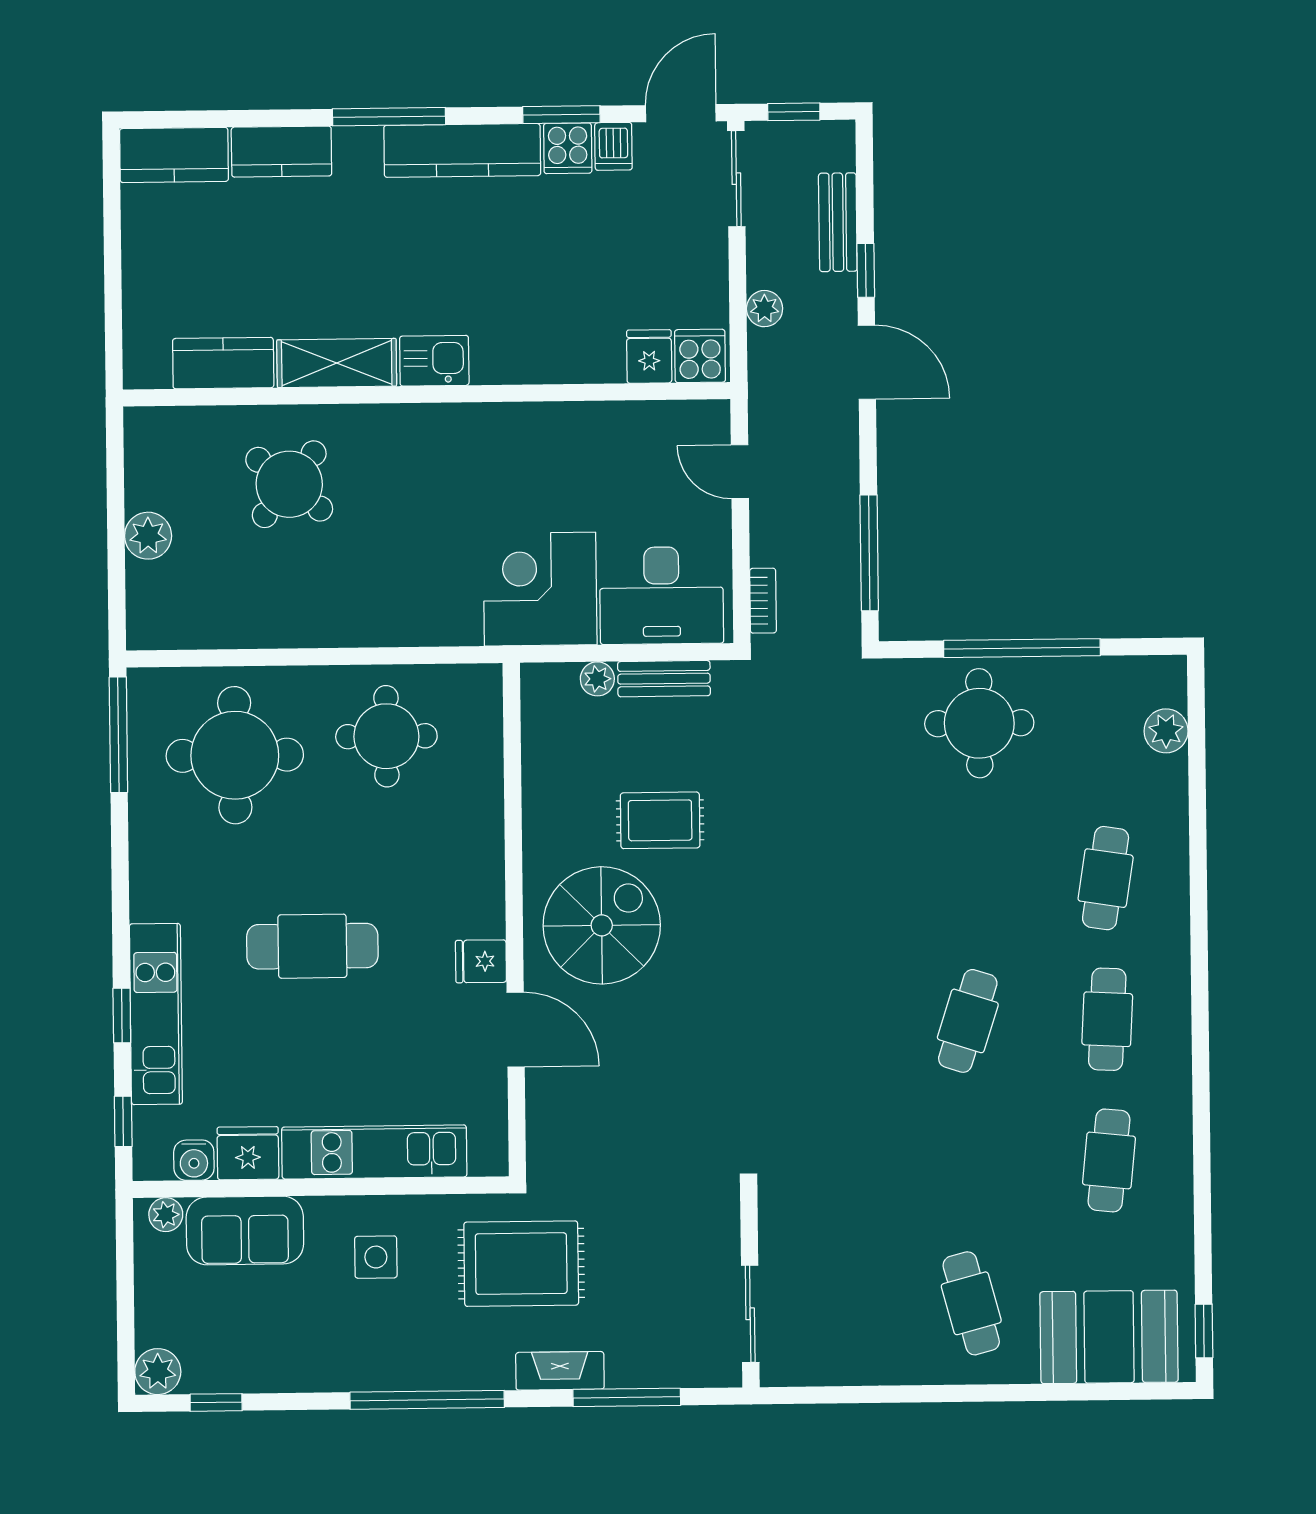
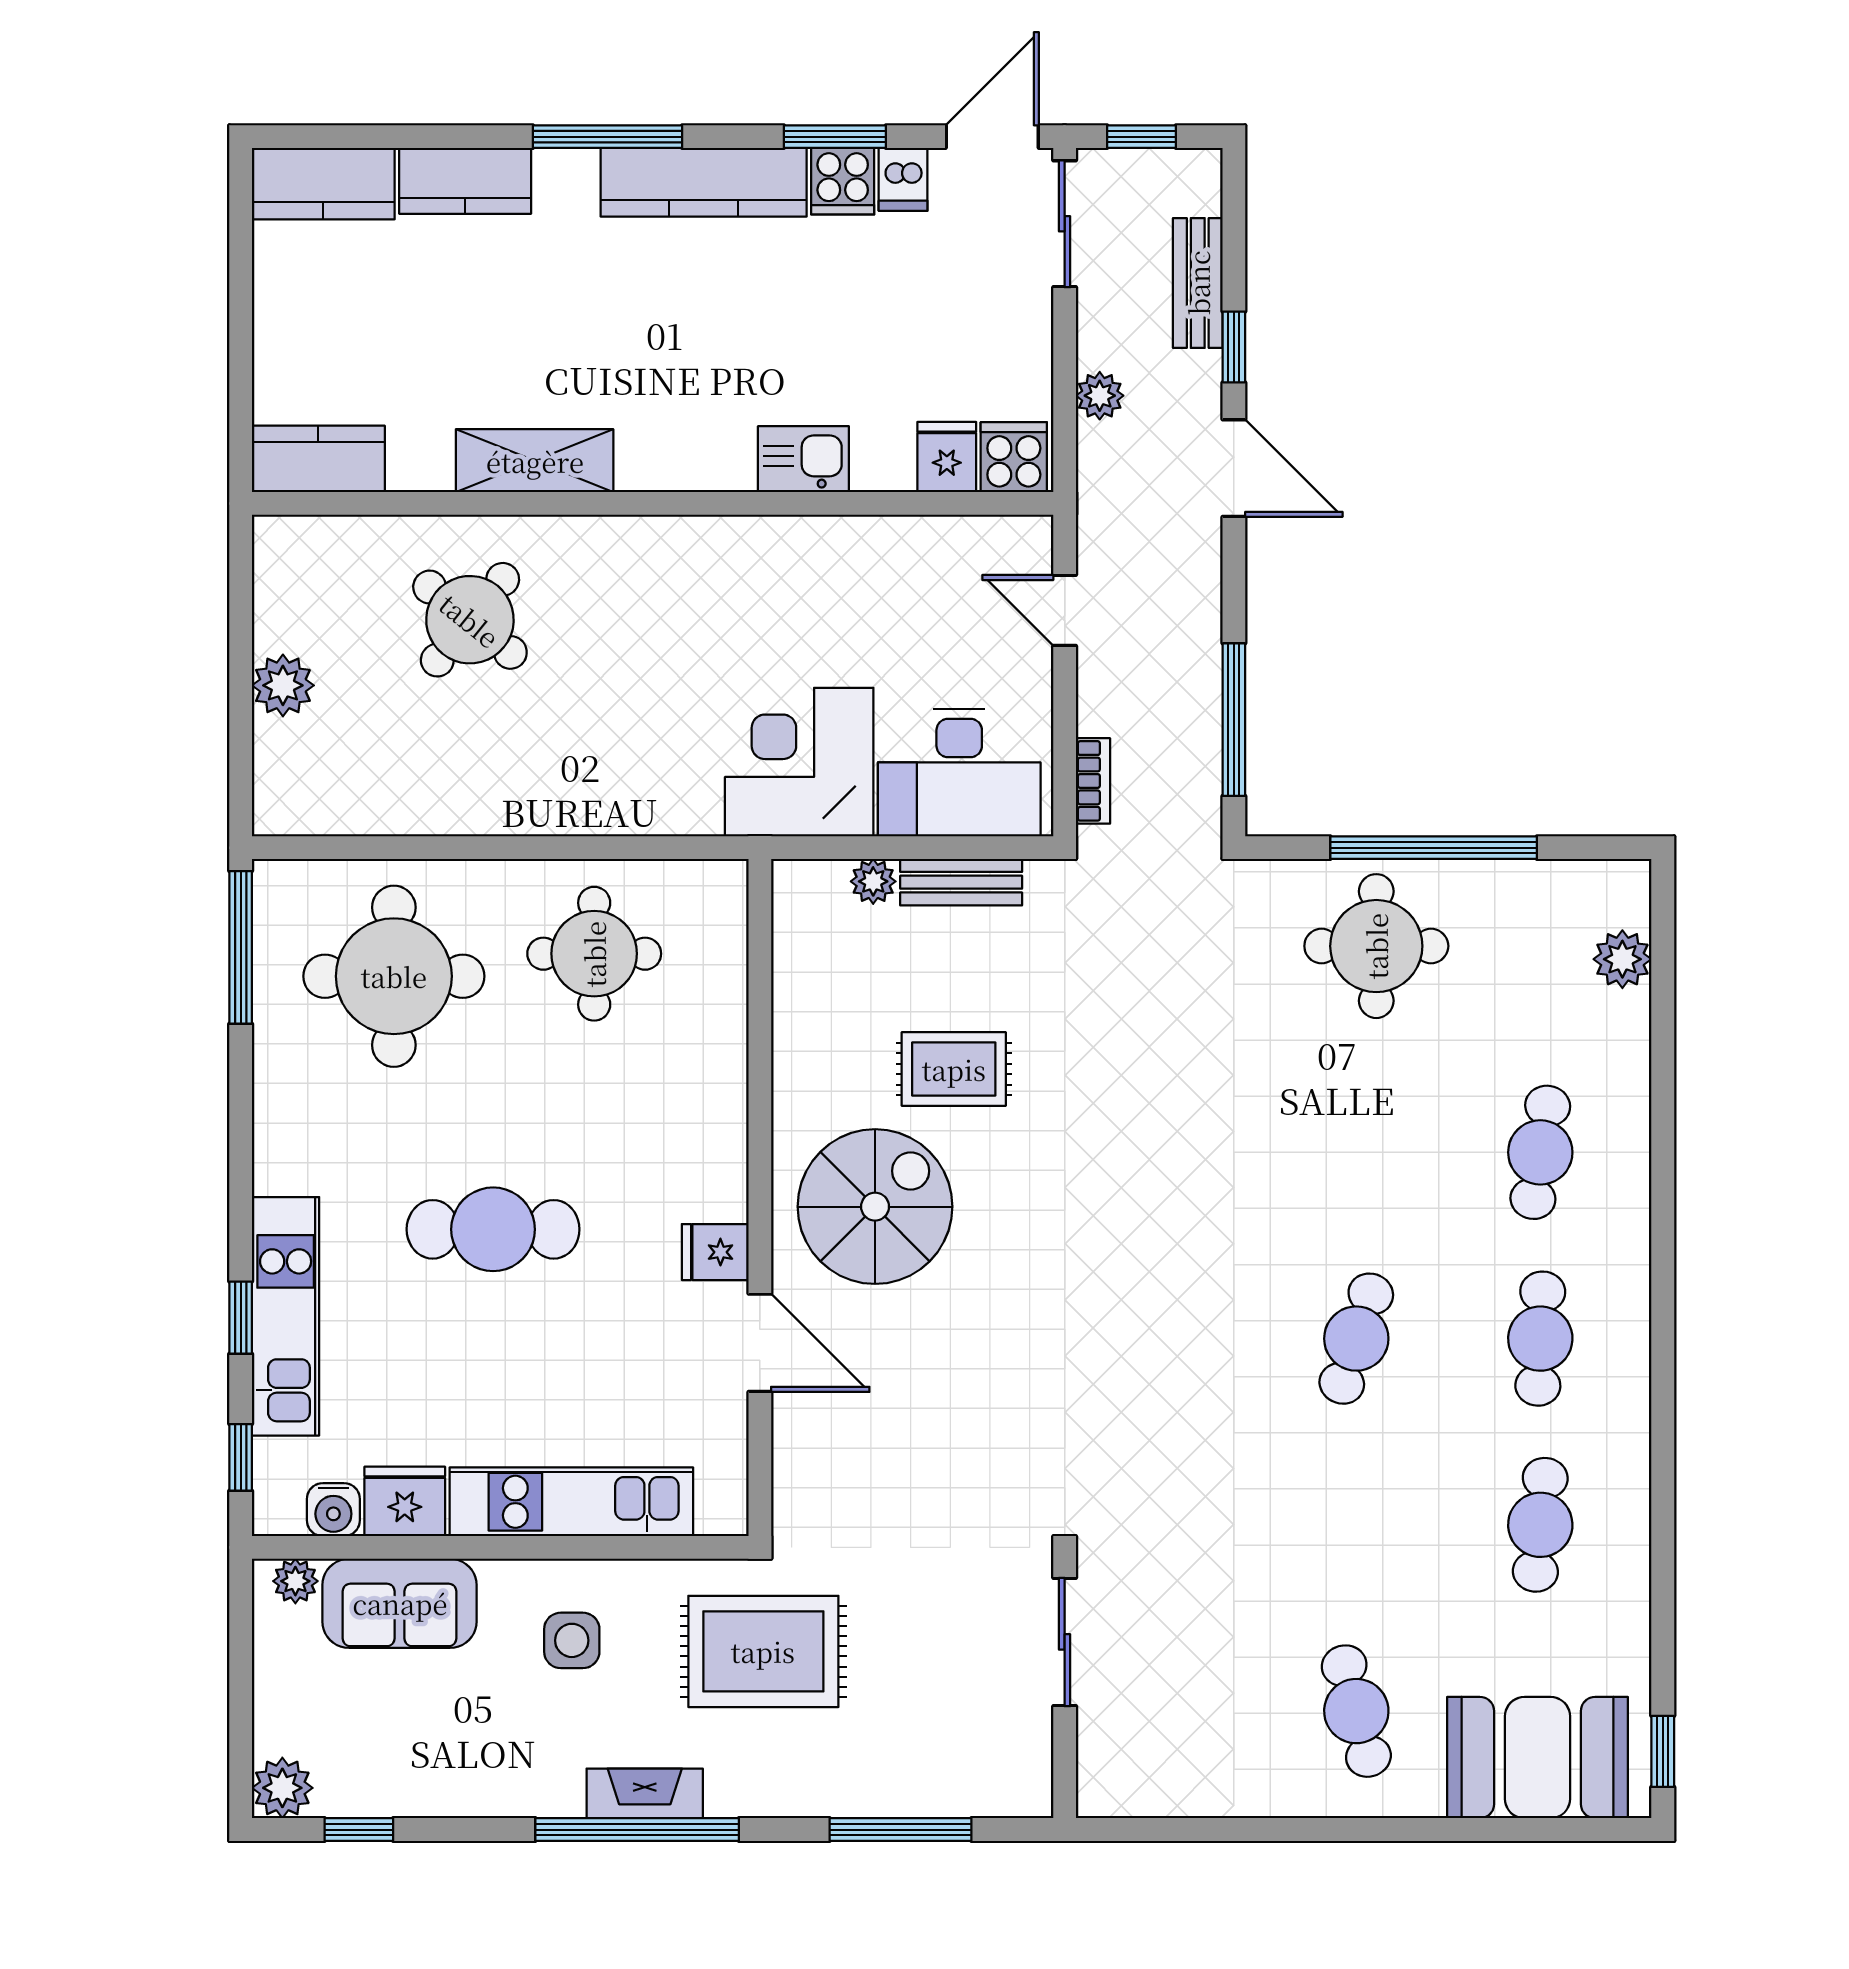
kitchen sink: (434, 361) -> (803, 459), moved
kitchen counter: (223, 363) -> (318, 459), moved
sliding door: (750, 1314) -> (1065, 1642), moved
fireplace: (560, 1371) -> (645, 1793), moved

